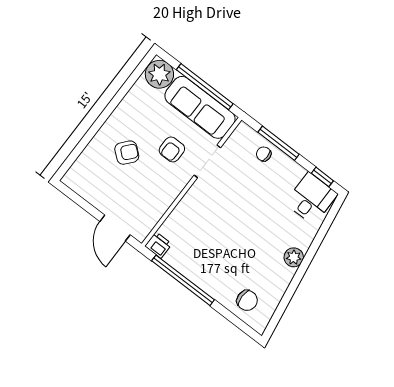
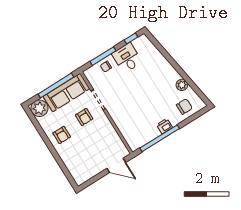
armchair: (127, 153) -> (62, 135), moved, turned 140
desk: (311, 199) -> (127, 58), moved
printer: (158, 245) -> (164, 126), moved
plant: (294, 257) -> (182, 85), moved

